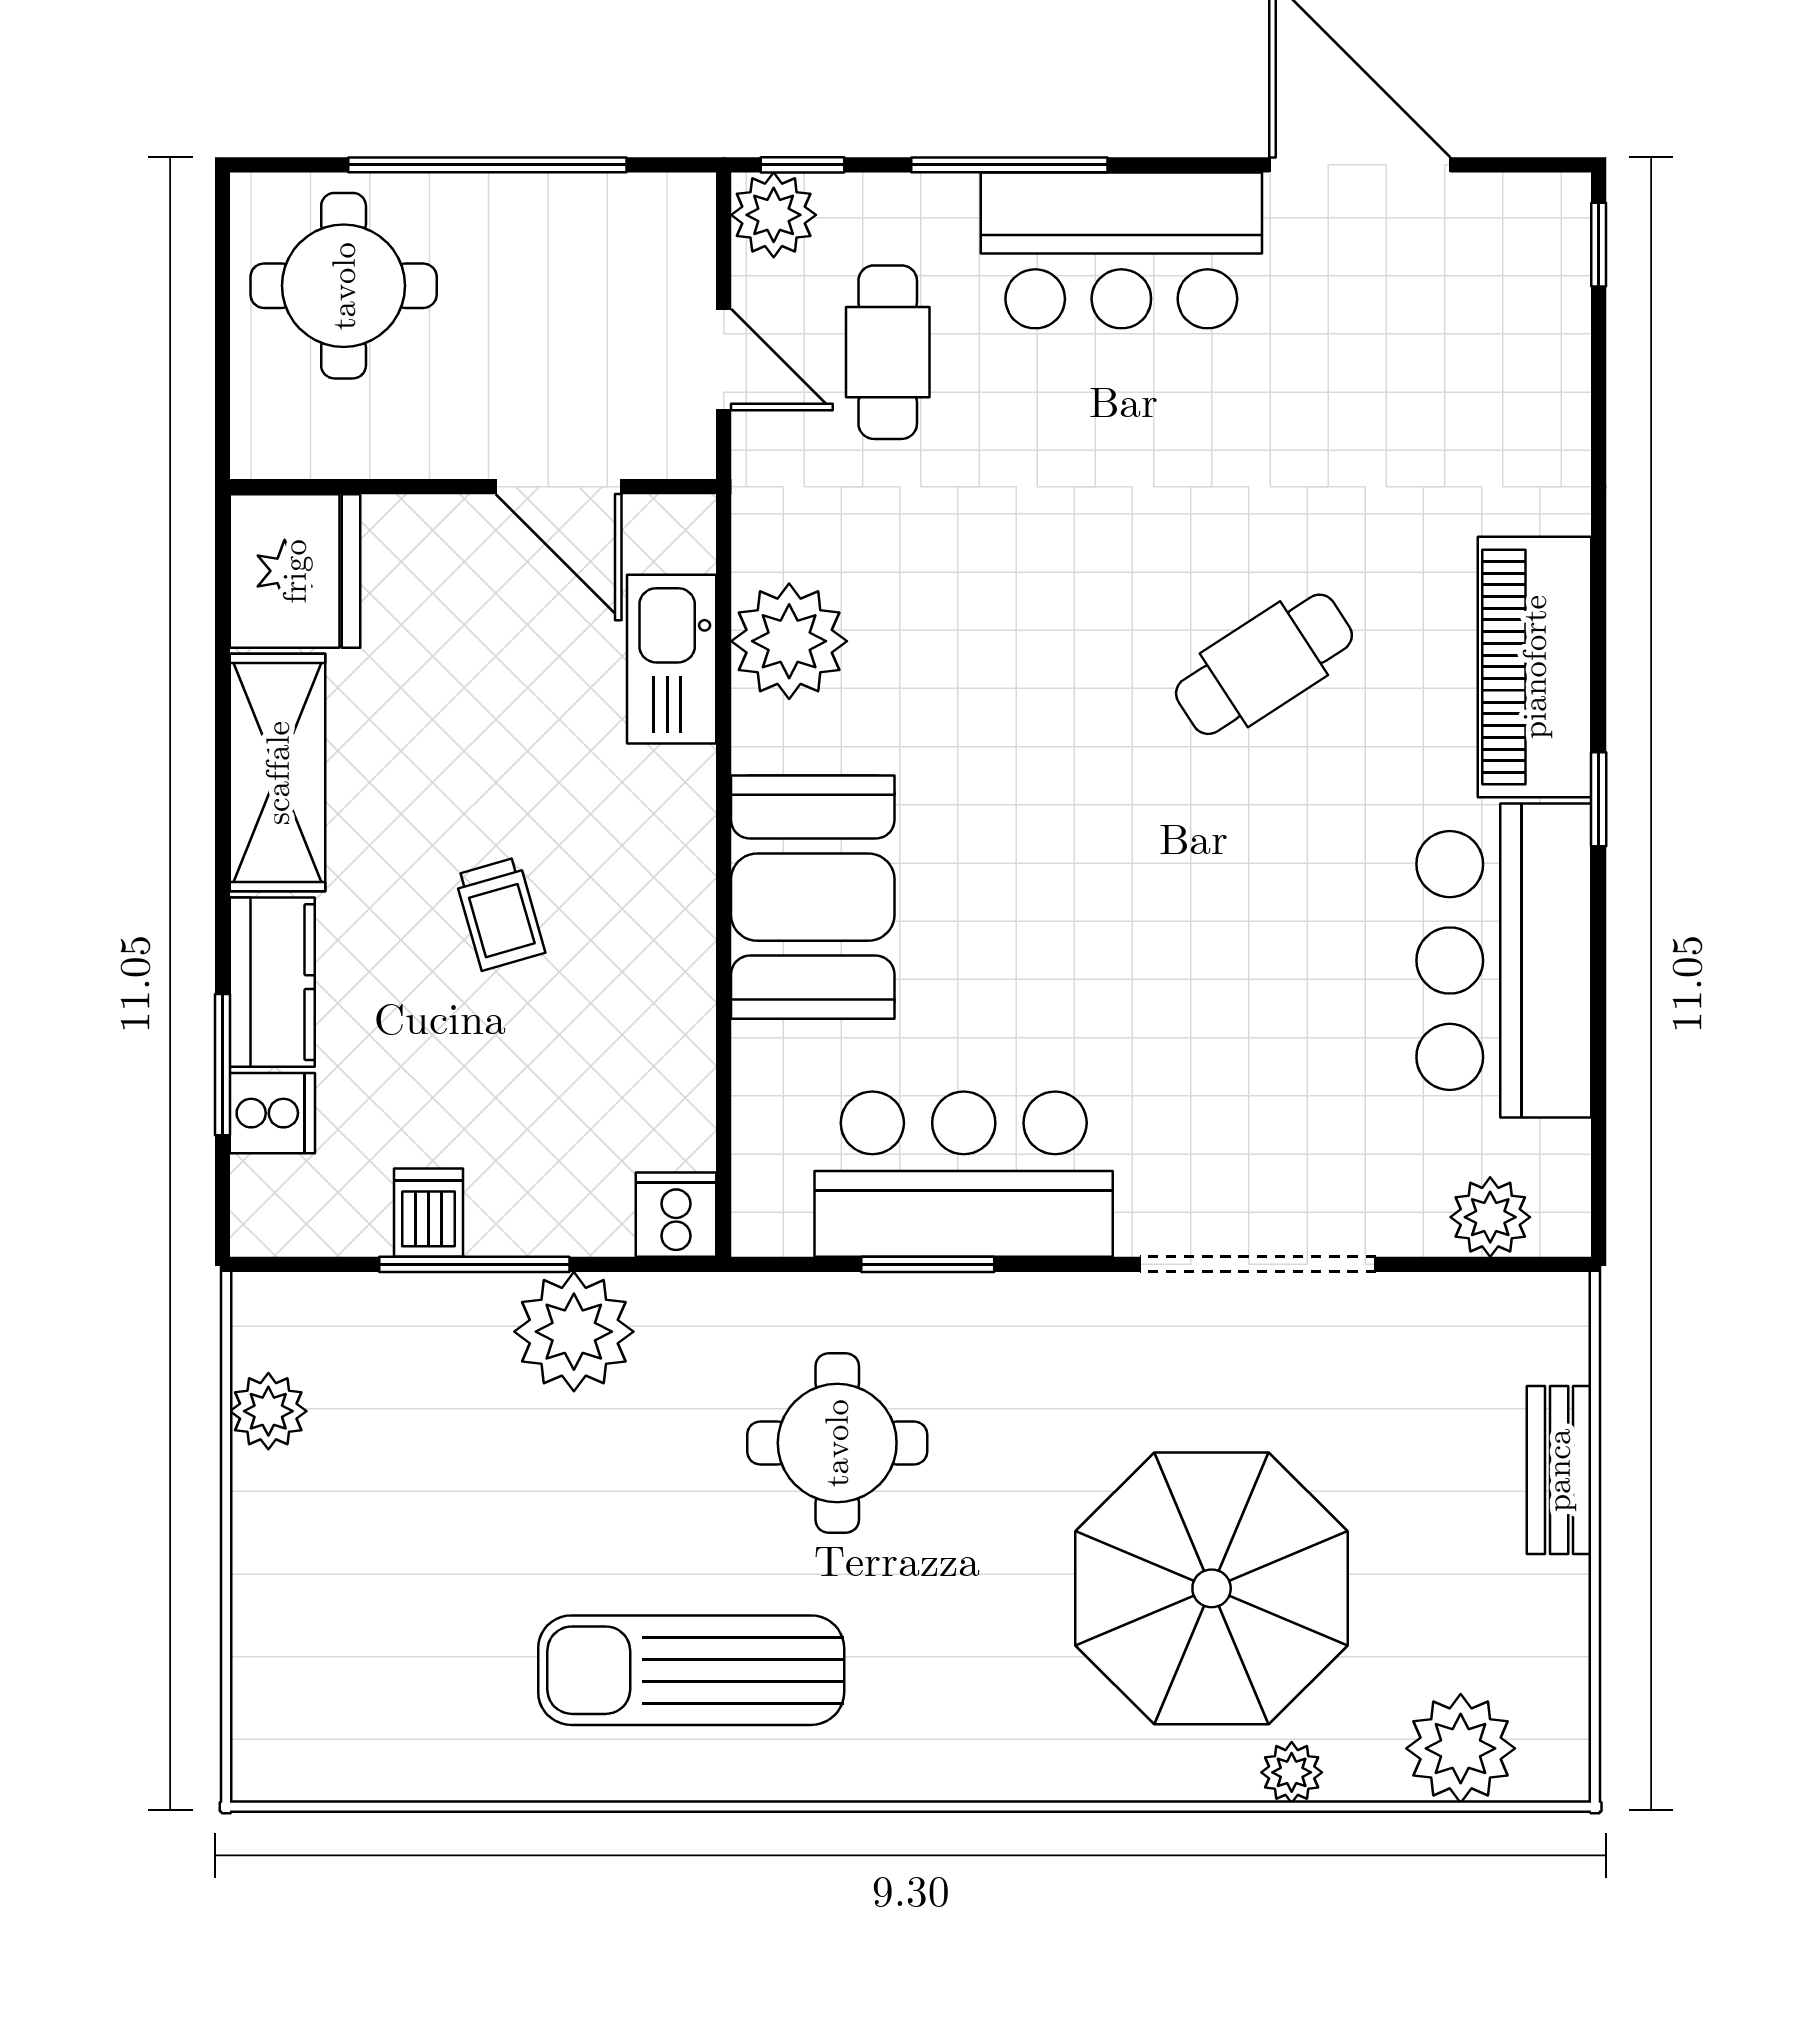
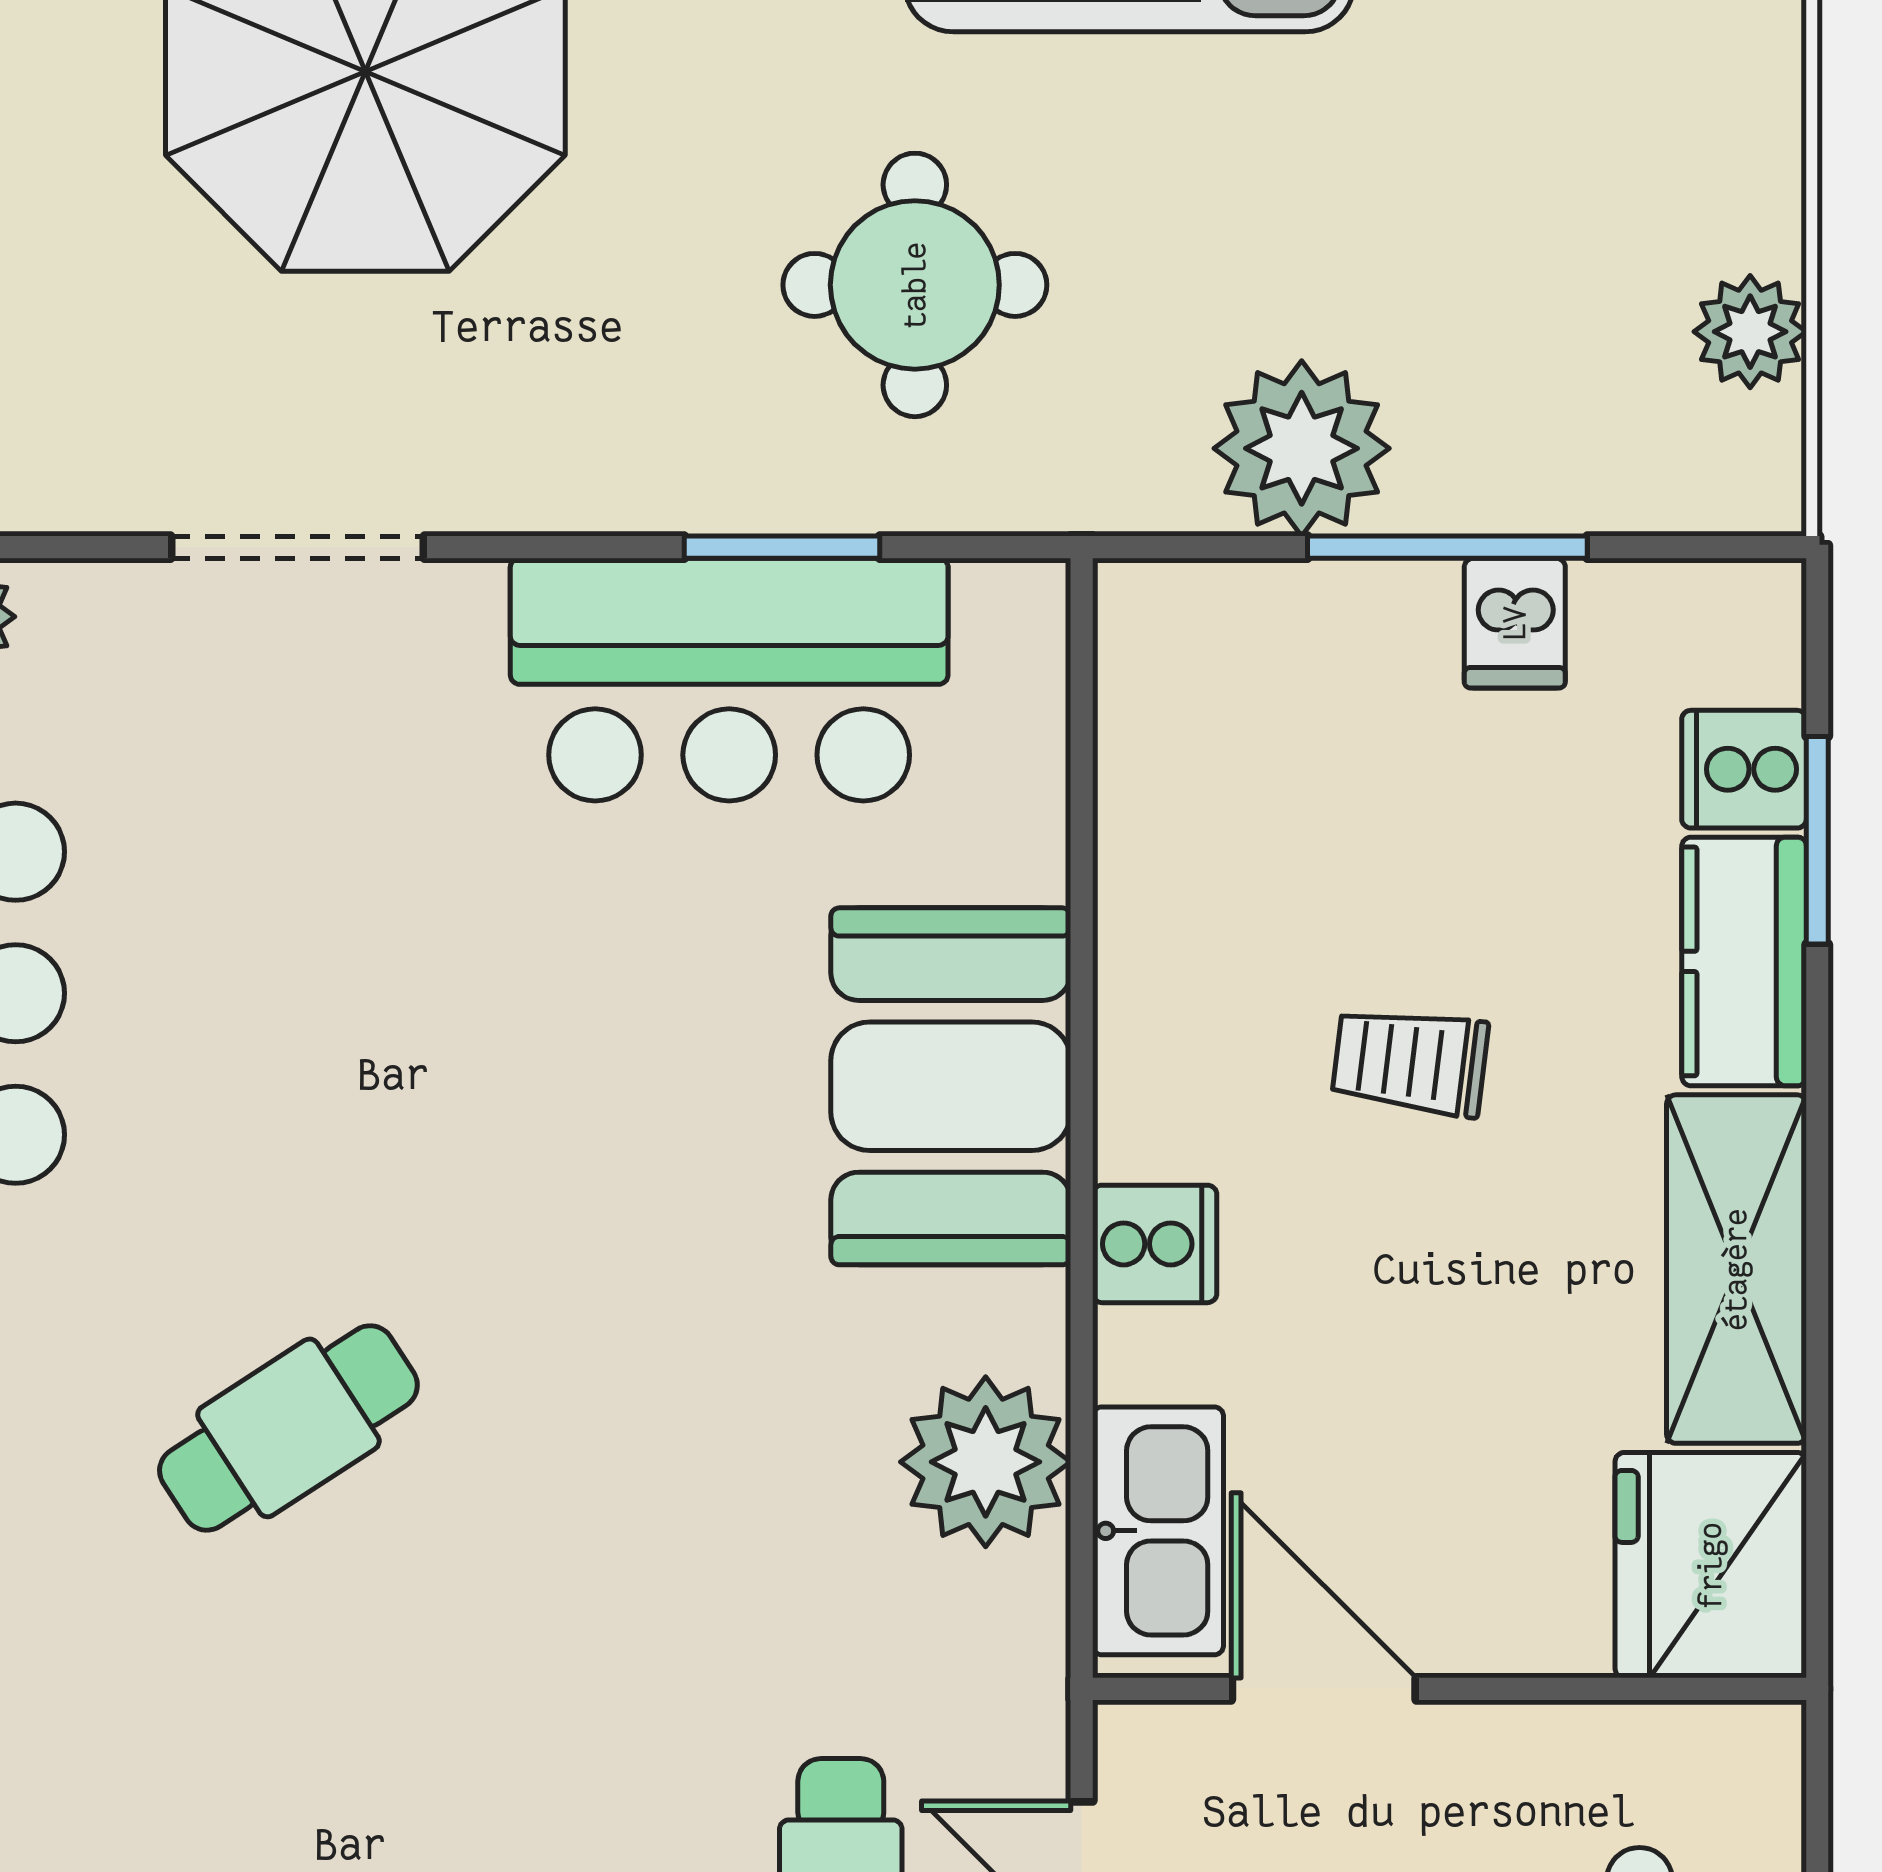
kitchen sink: (672, 659) -> (1158, 1531), moved
trolley: (500, 914) -> (1410, 1062), turned -67
cooker: (676, 1215) -> (1155, 1244), moved, turned -90
doorway: (1258, 1264) -> (297, 547), width x0.73

